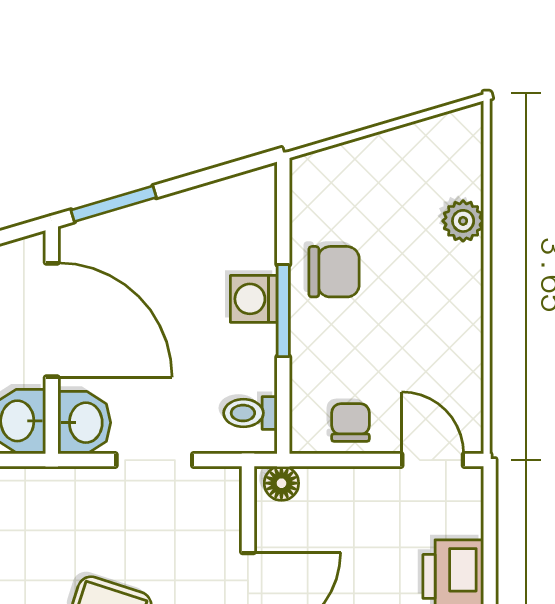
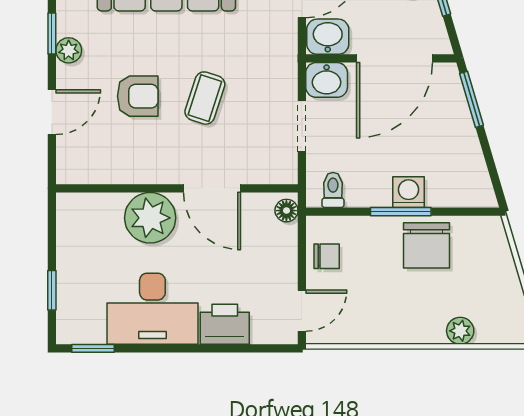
chair: (334, 272) -> (427, 245), width x1.37, depth x1.37

